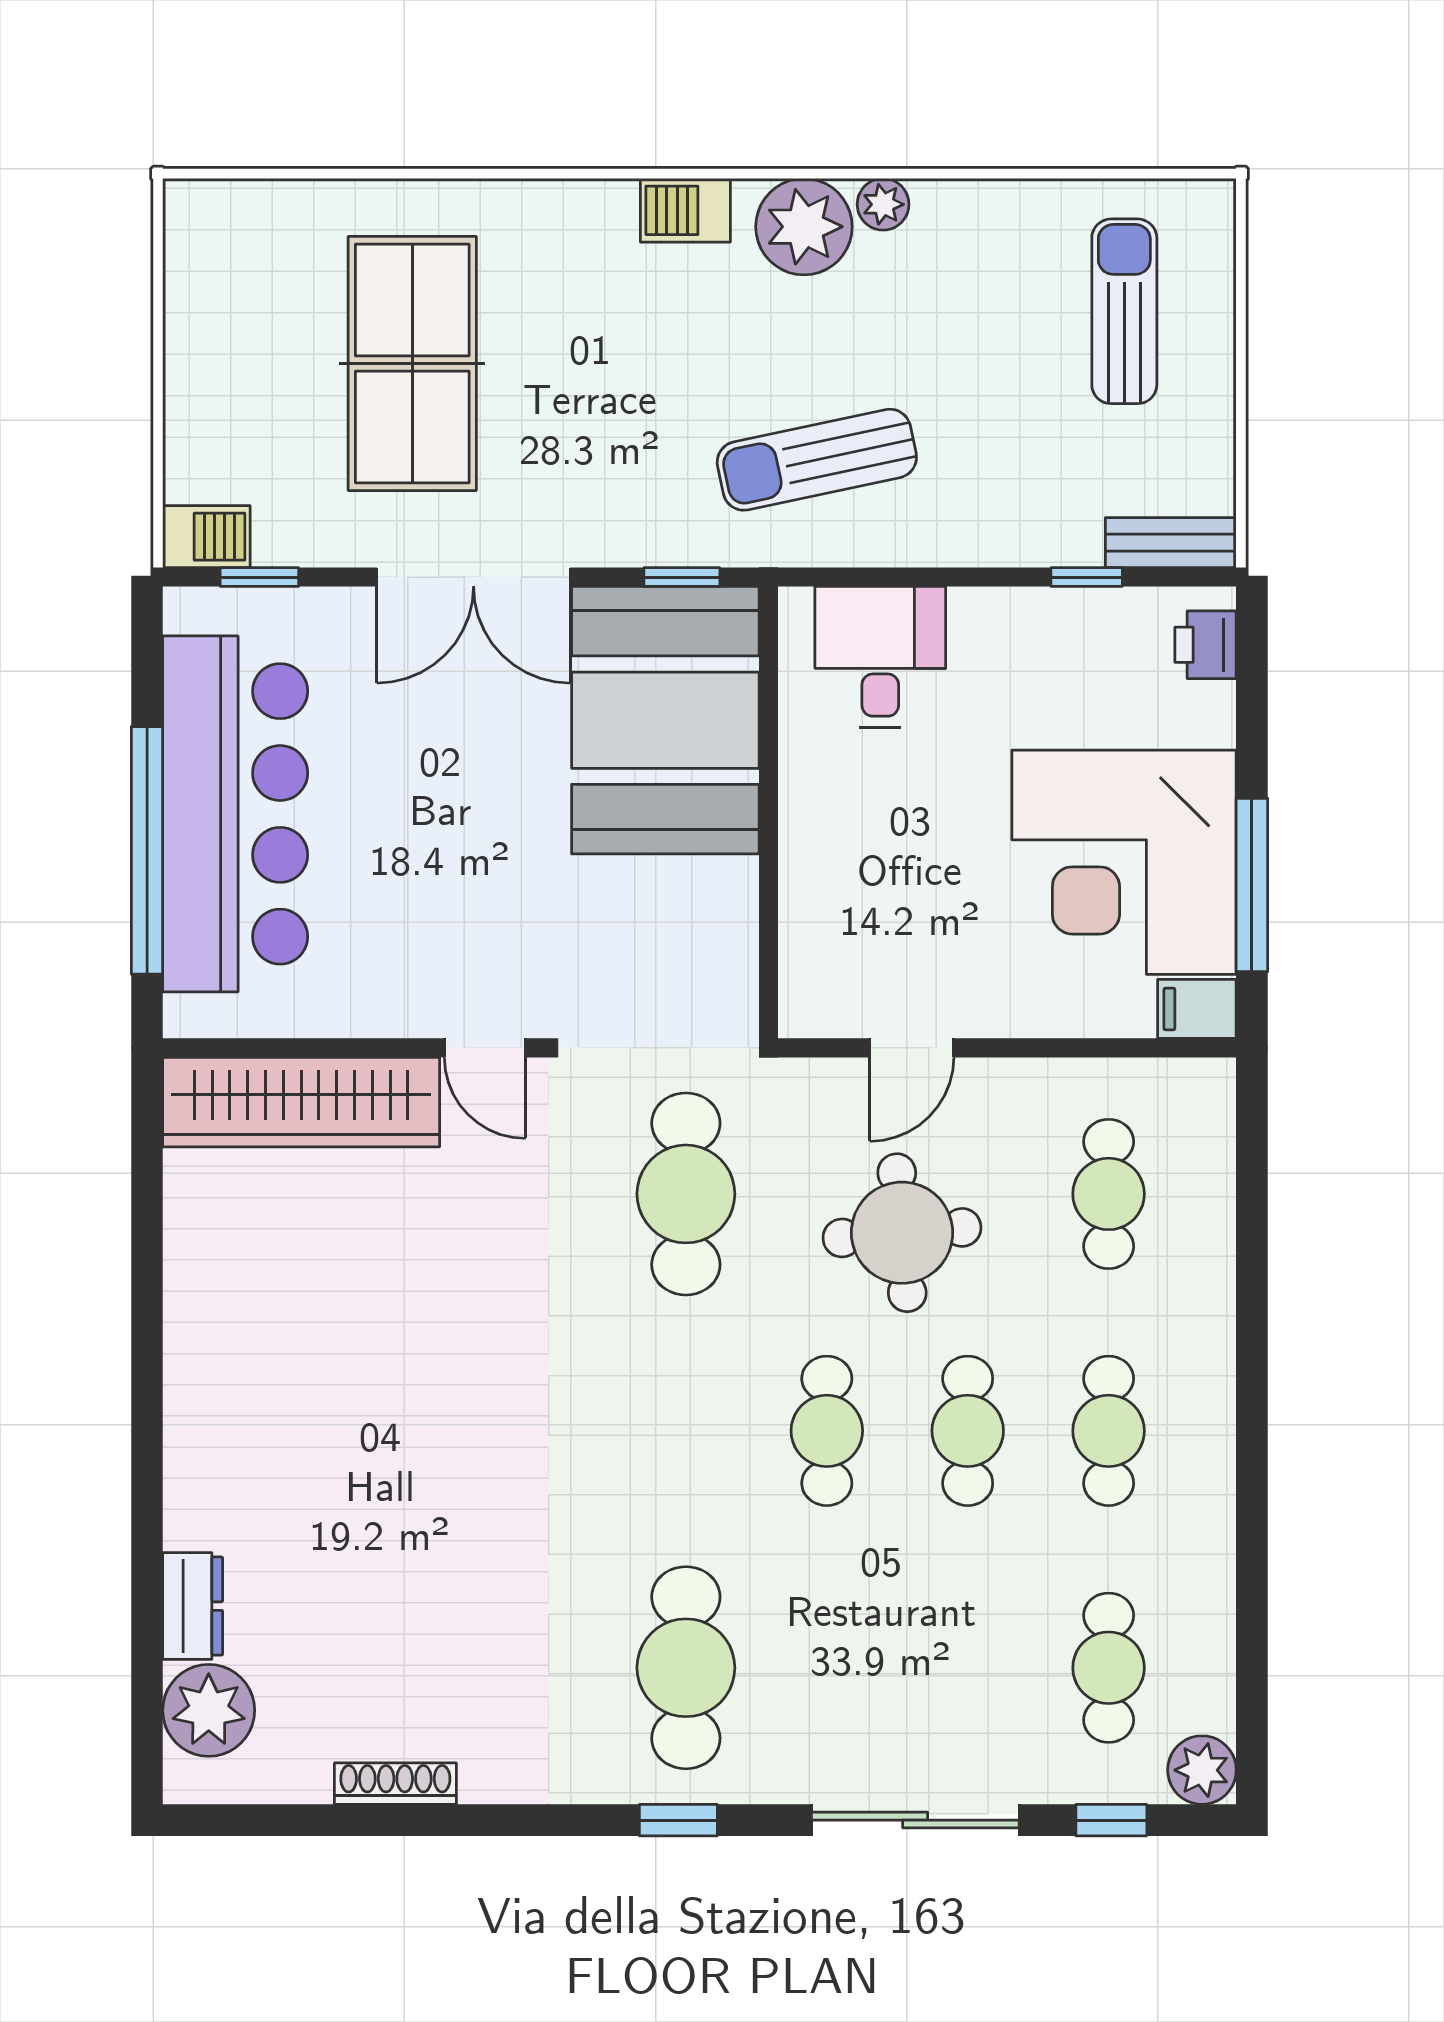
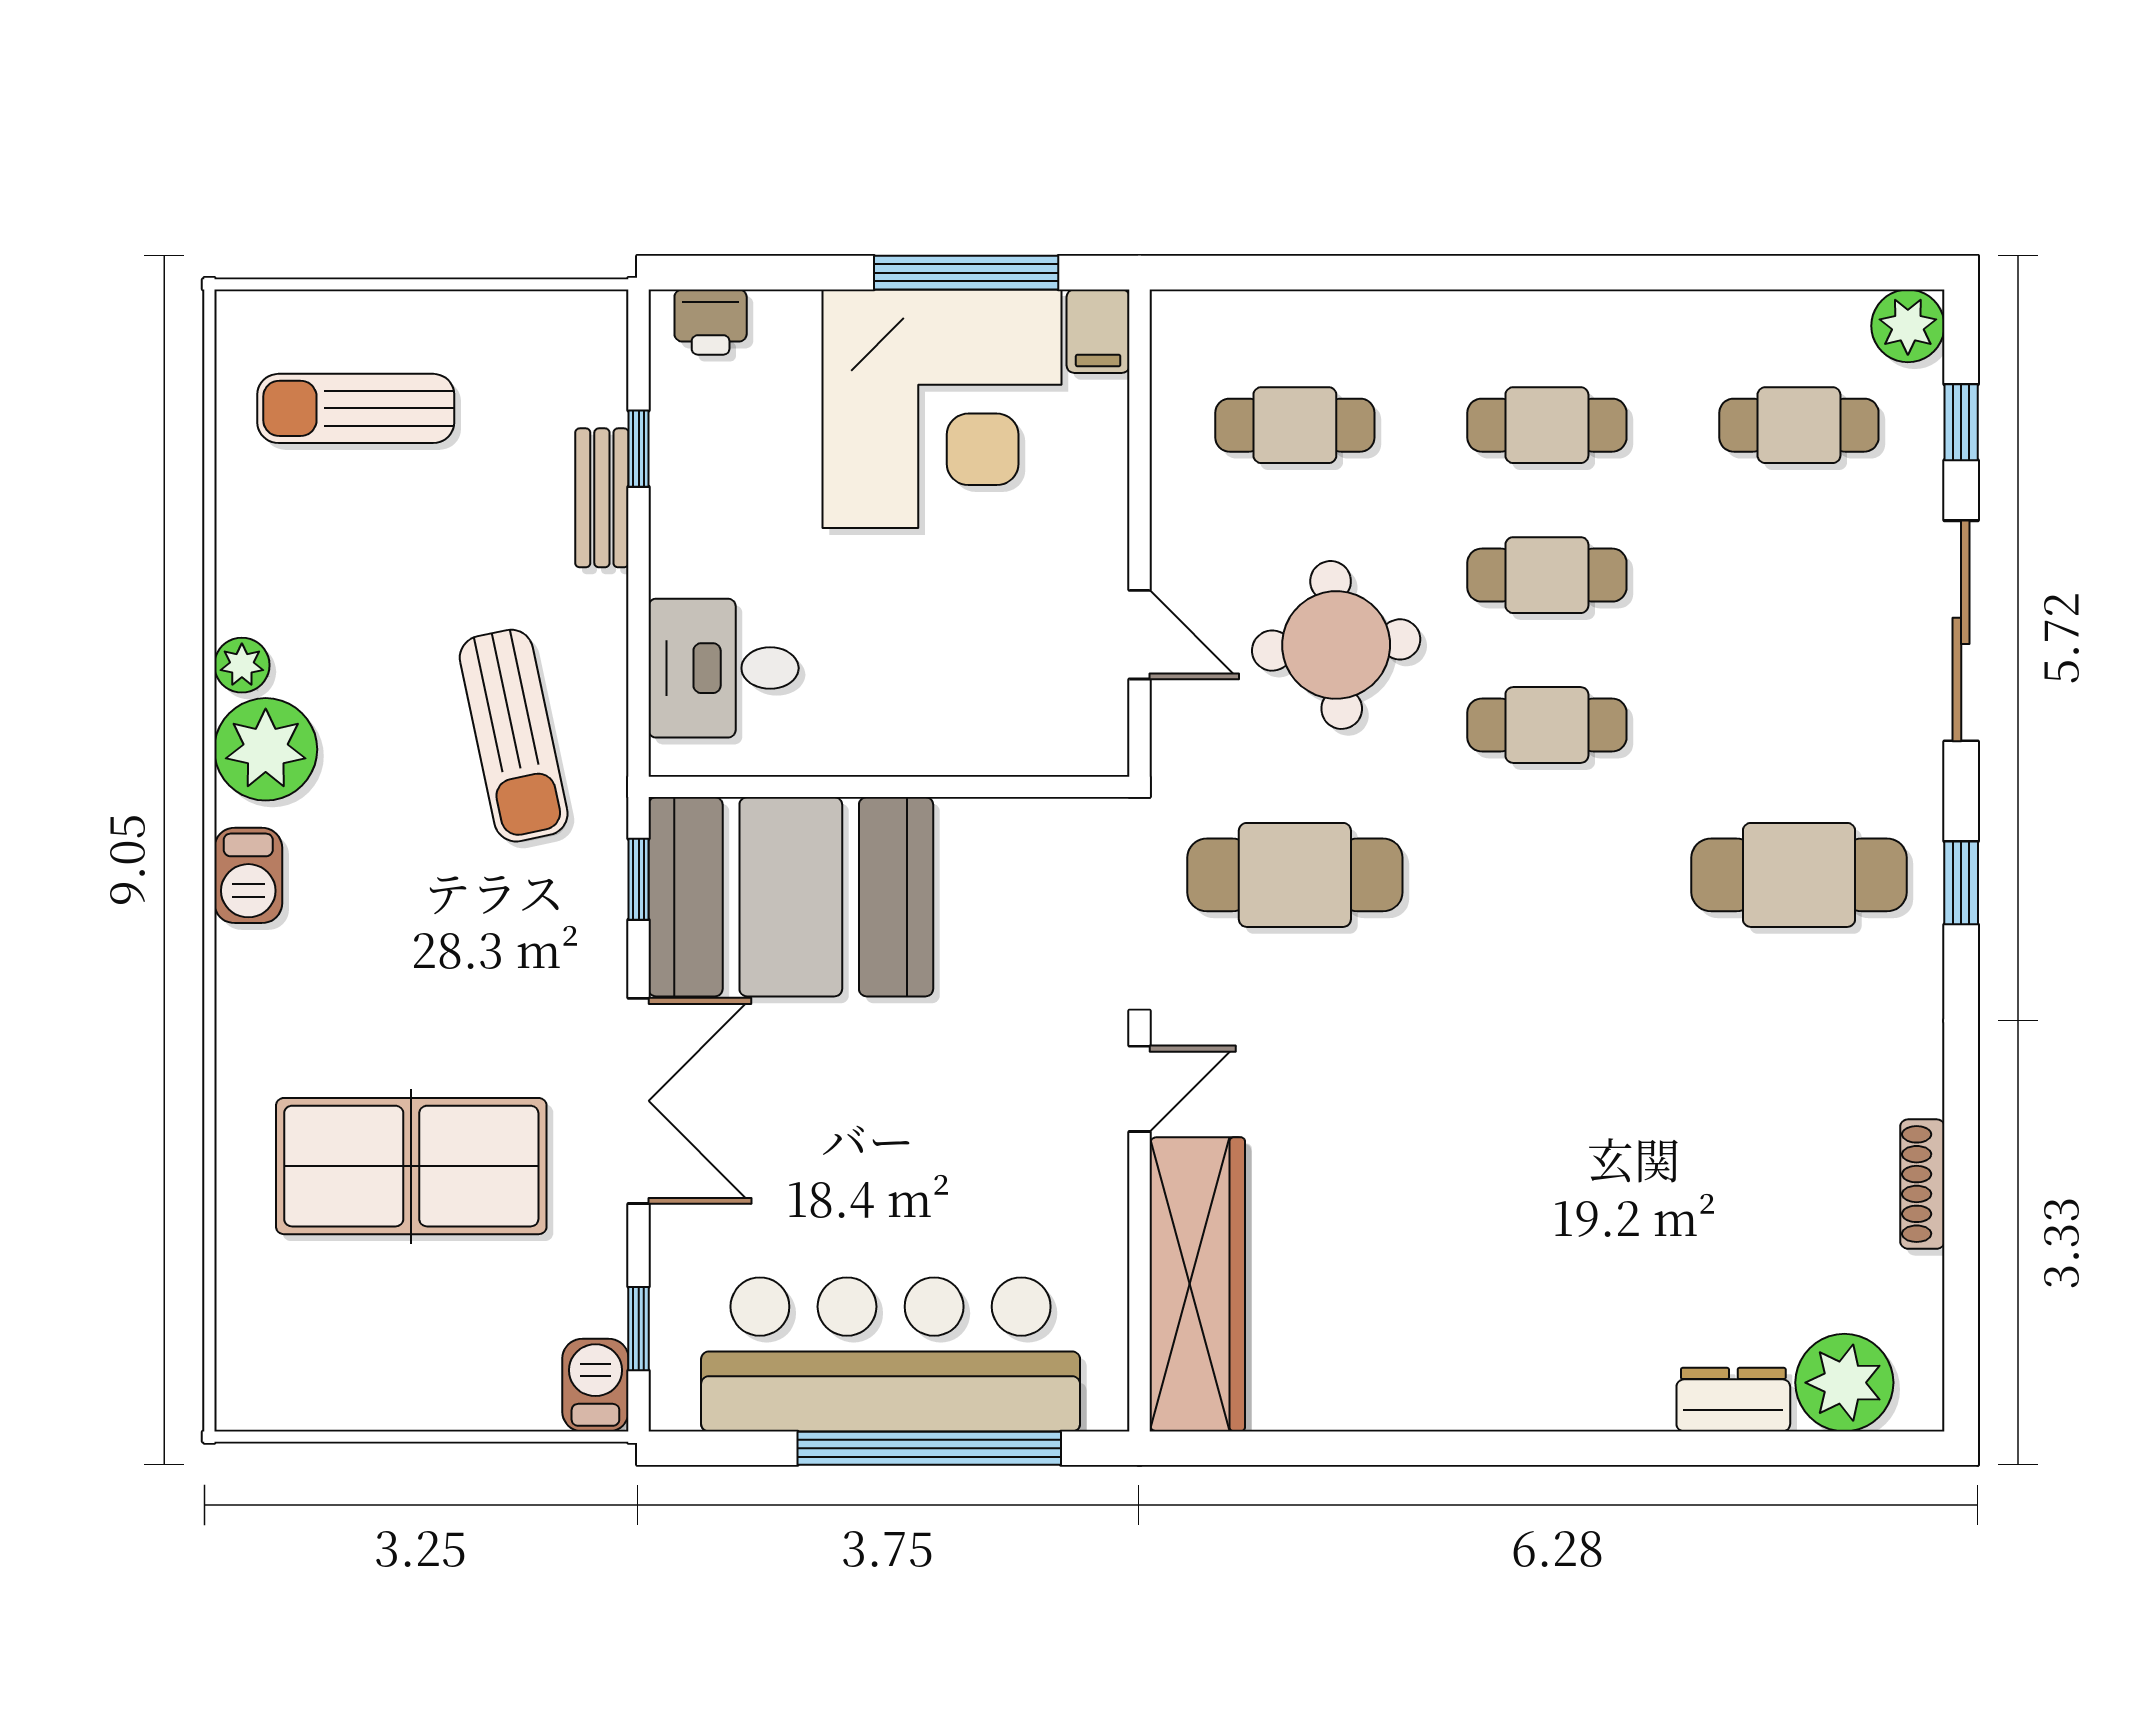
bench: (1171, 543) -> (602, 498), moved

